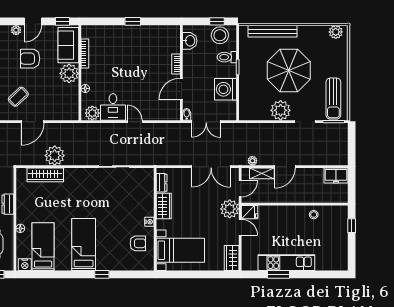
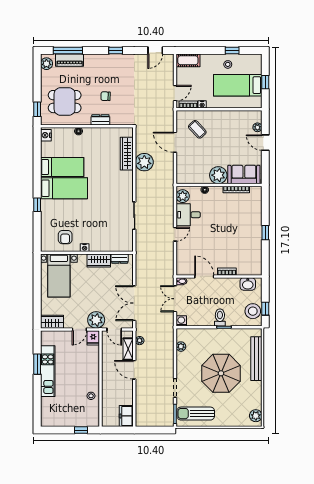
window: (63, 21) -> (265, 169), removed
toilet: (227, 57) -> (220, 317), moved
armchair: (30, 59) -> (232, 140), removed
washing machine: (226, 89) -> (181, 321), moved, width x0.53, depth x0.53
plant: (281, 110) -> (181, 347), moved, width x0.53, depth x0.53
bed: (43, 247) -> (62, 167), moved

